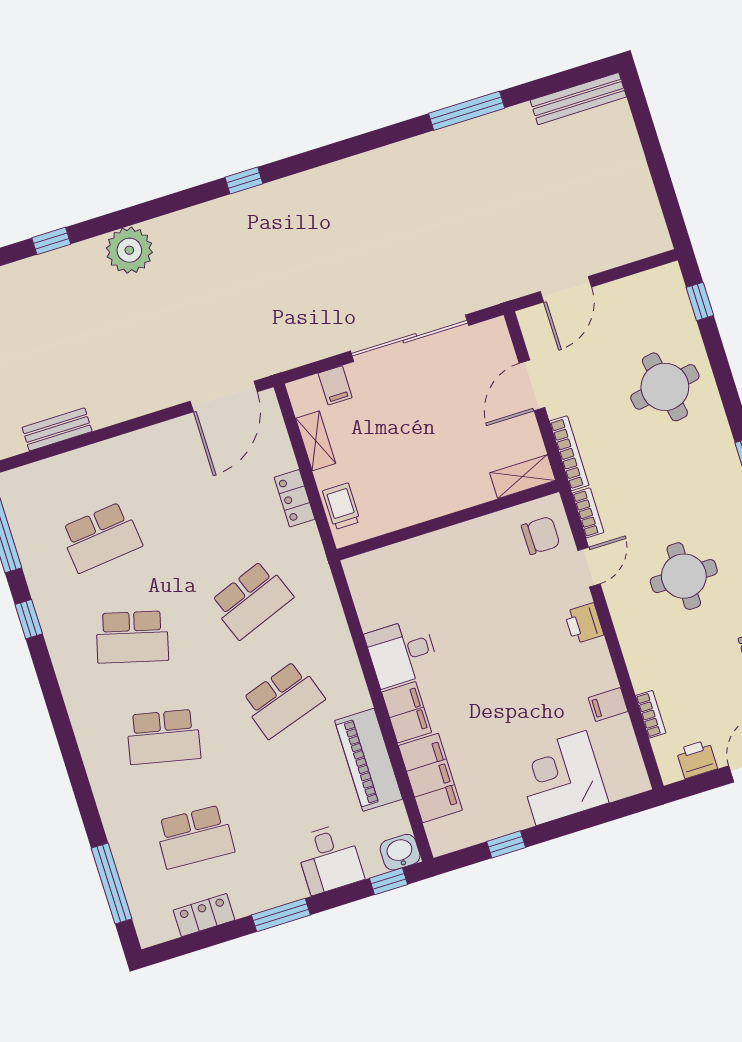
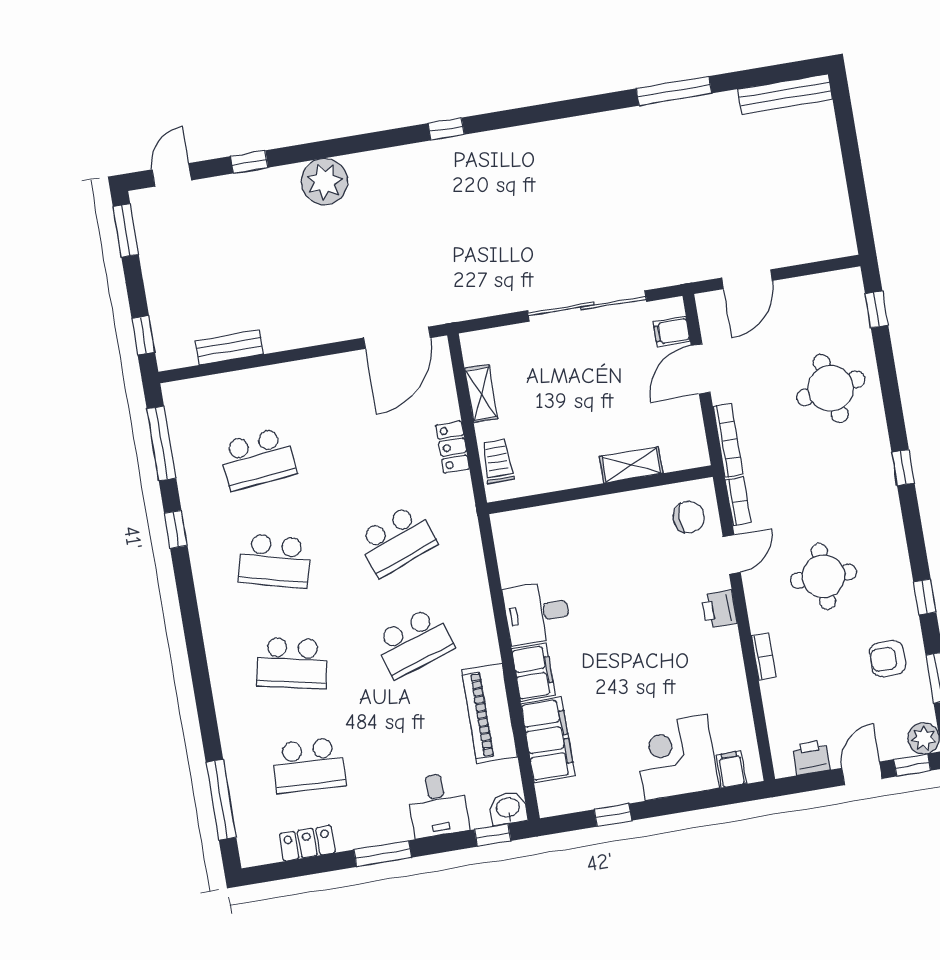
filing cabinet: (335, 385) -> (672, 332), moved, turned 90
shelving: (523, 477) -> (631, 465), moved
filing cabinet: (608, 705) -> (731, 769), moved, turned 90
bookcase: (651, 714) -> (764, 657), moved

